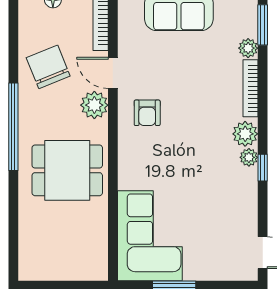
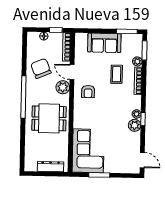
coffee table: (206, 76) -> (117, 74), added
plant: (245, 134) -> (135, 125), moved
dresser: (72, 270) -> (51, 167), added

